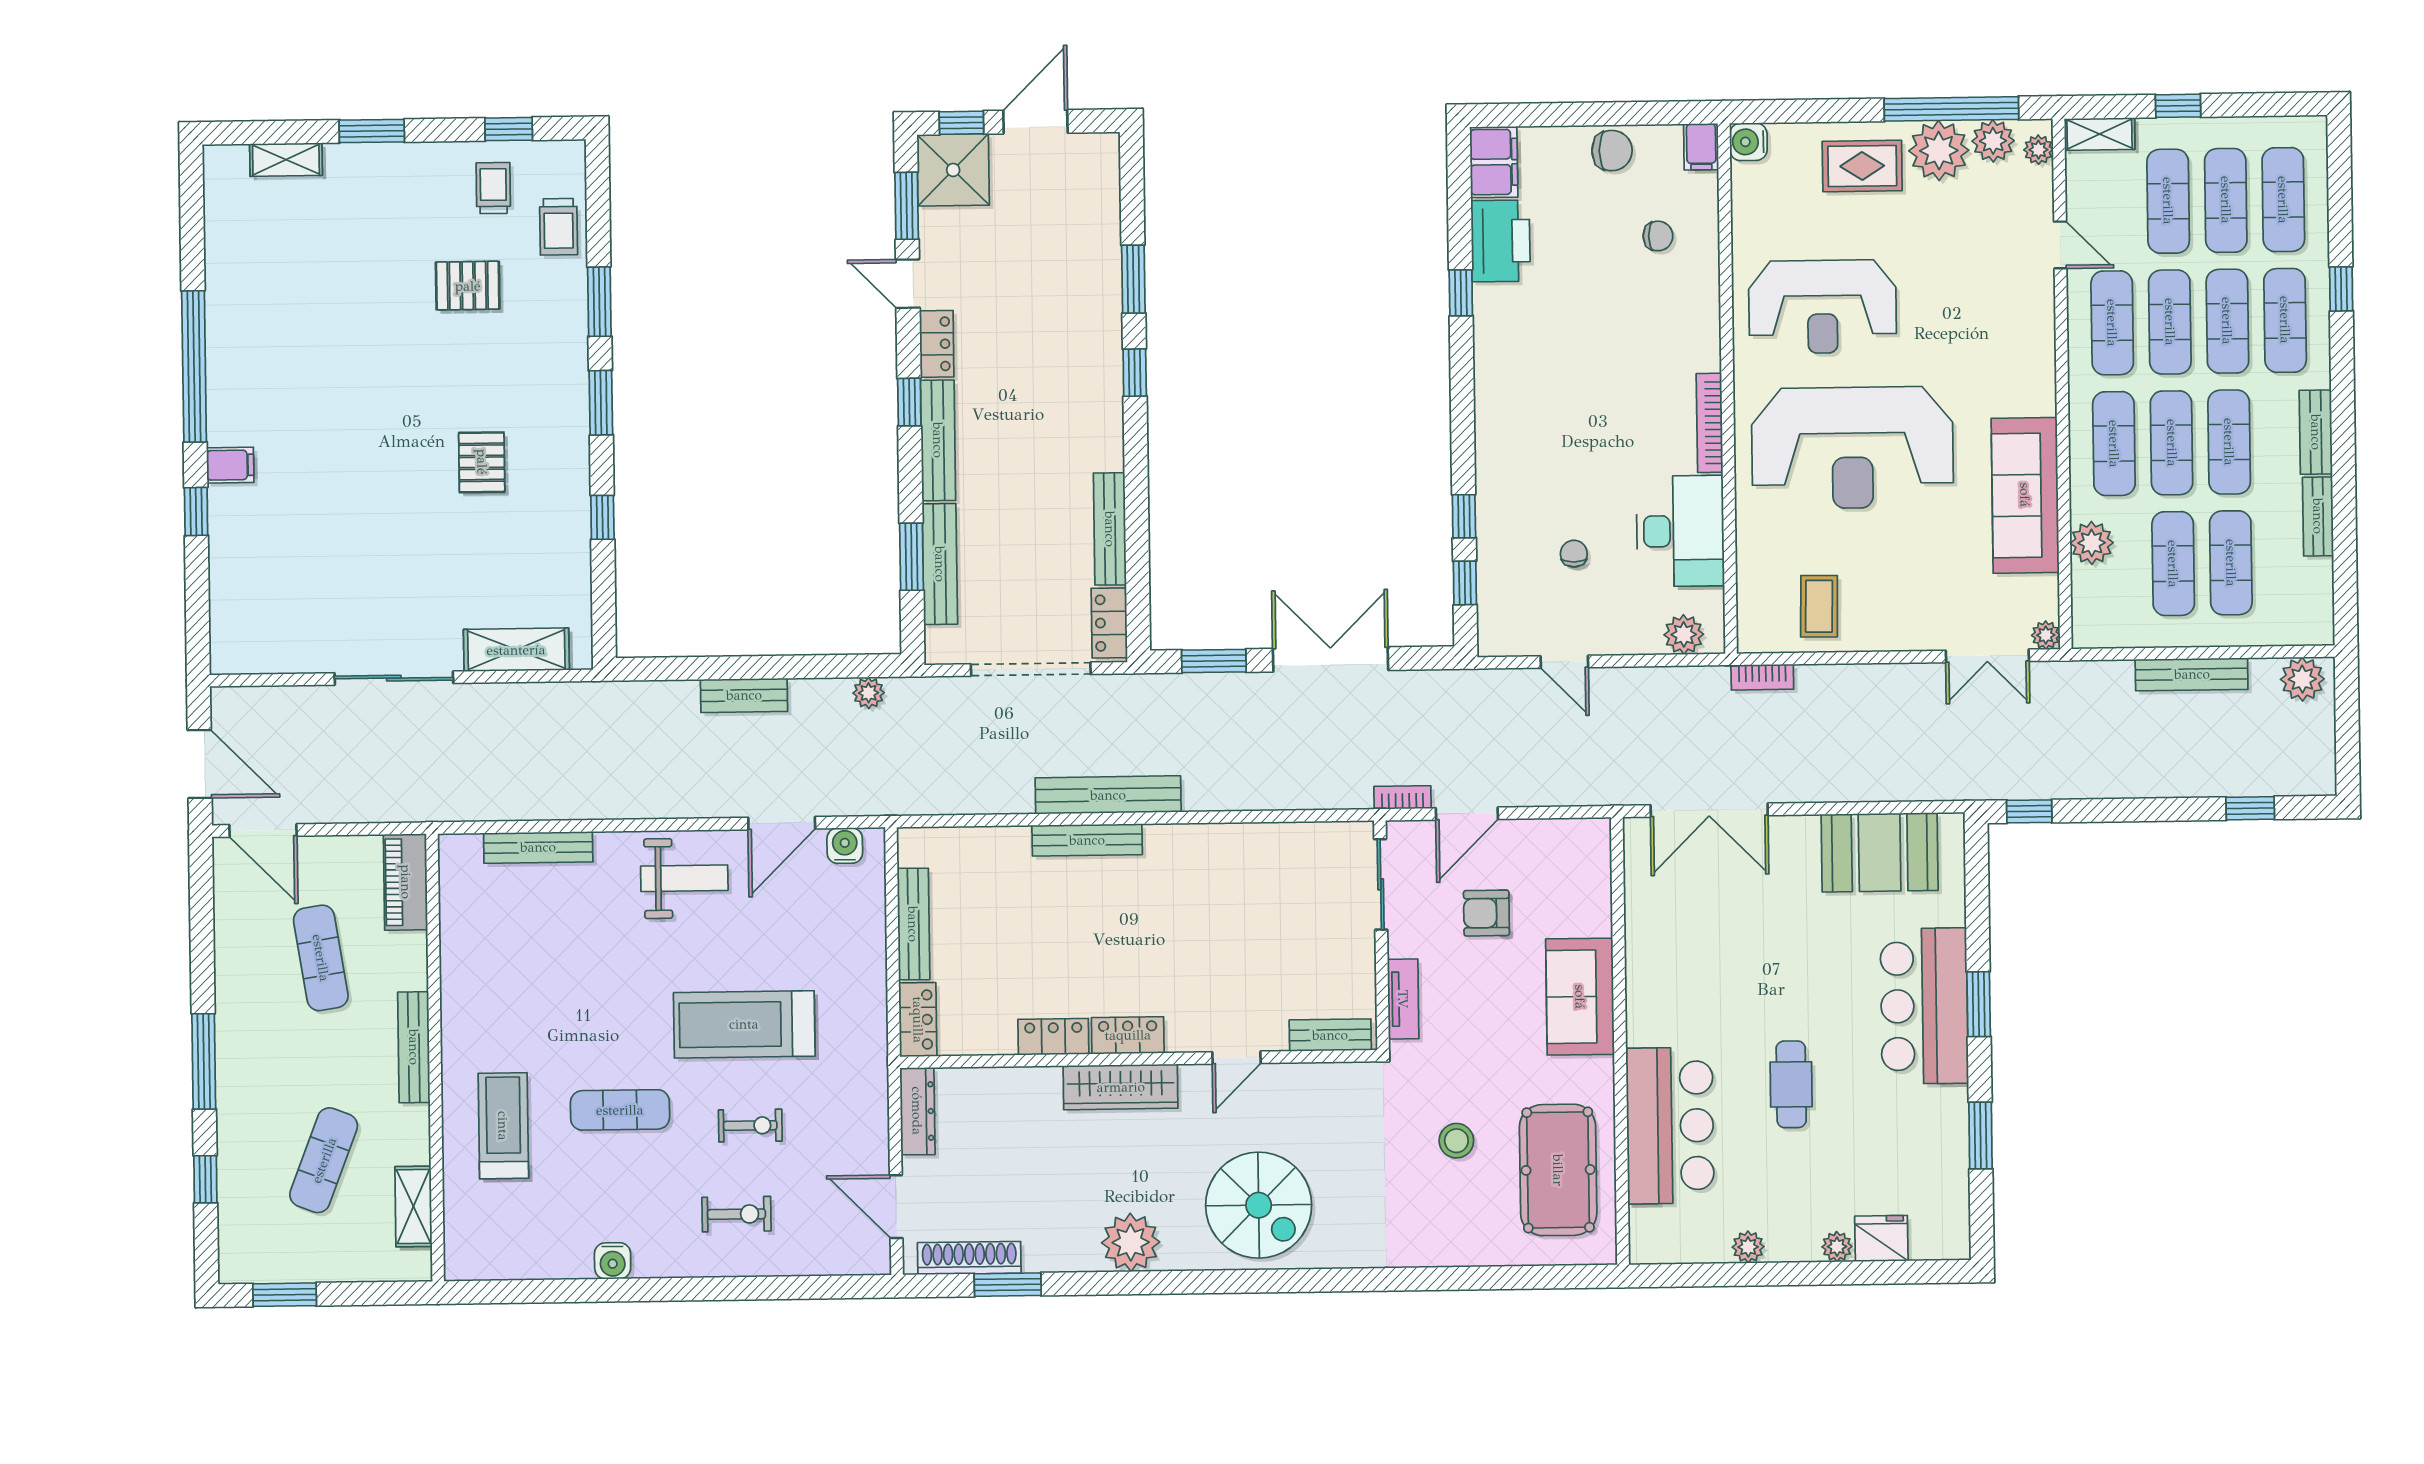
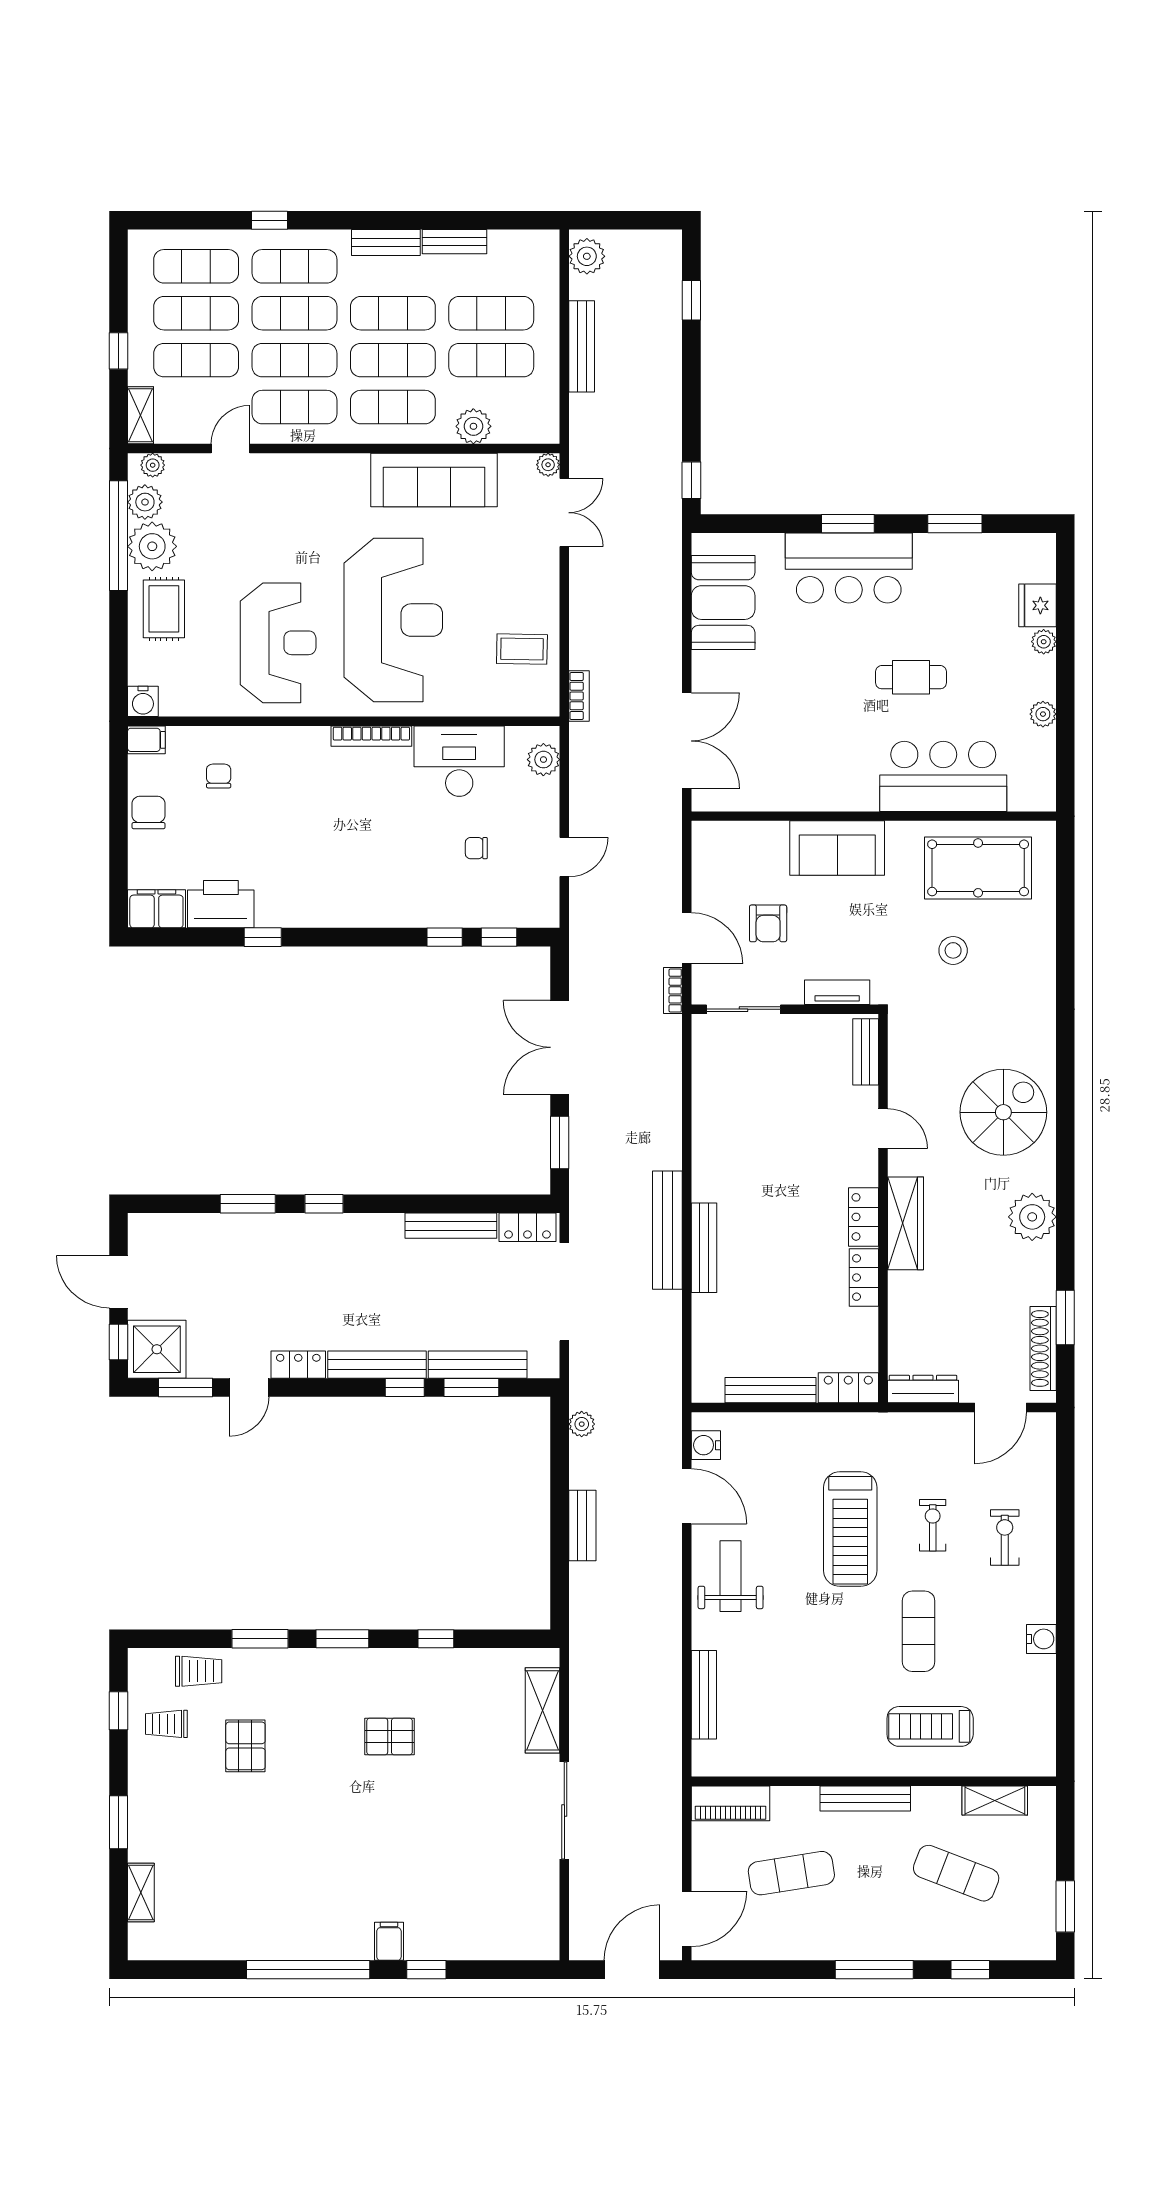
window: (909, 402) -> (405, 1388), moved

